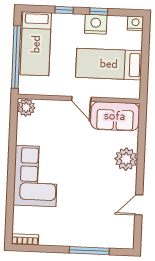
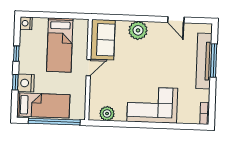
nightstand: (96, 24) -> (26, 83), moved
plant: (26, 107) -> (107, 114), moved
tv unit: (89, 239) -> (204, 61), added

